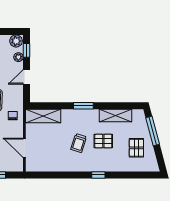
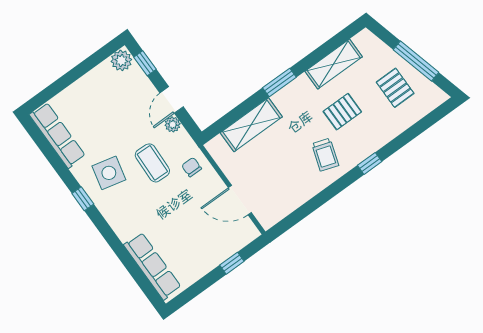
plant: (18, 57) -> (173, 124), moved
shelving: (43, 116) -> (251, 125), moved
window: (153, 131) -> (416, 61), moved
trolley: (79, 143) -> (325, 155), moved

